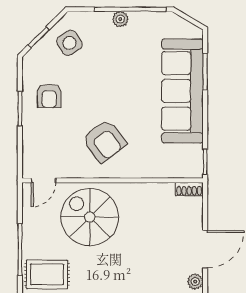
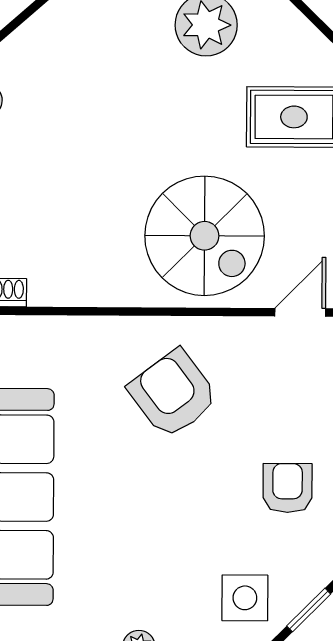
side table: (69, 43) -> (245, 598), turned 31

